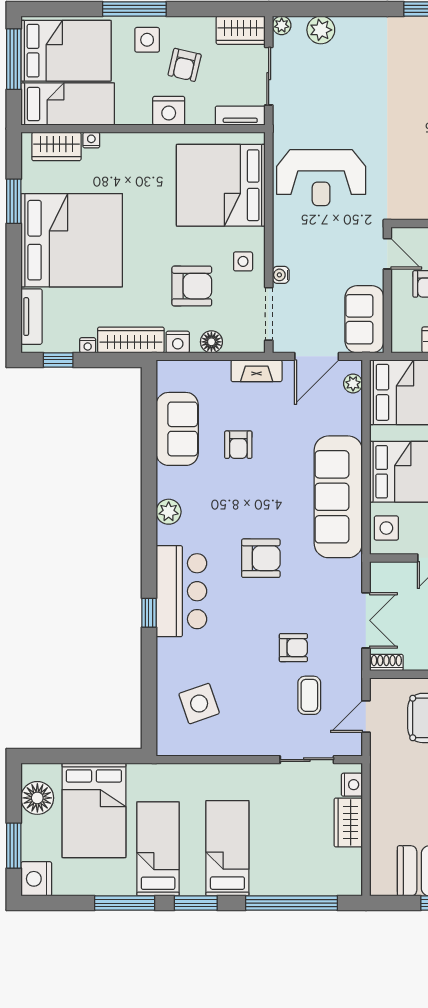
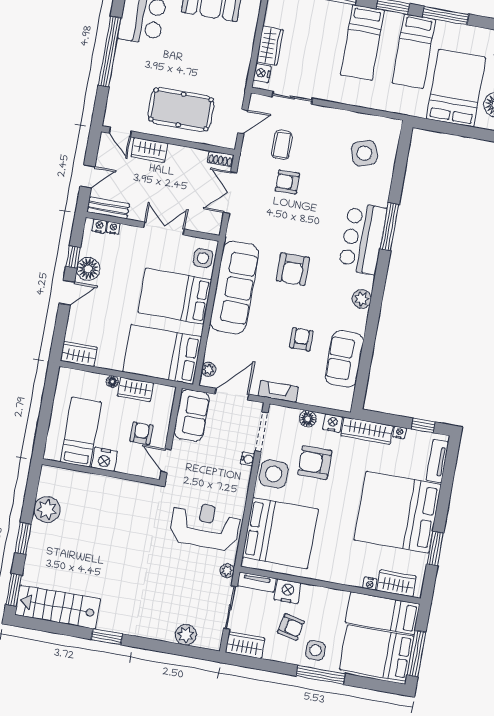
plant: (282, 25) -> (227, 571), moved
armchair: (185, 65) -> (291, 627), turned 89
nightstand: (169, 111) -> (288, 591), moved
side table: (243, 261) -> (274, 474), width x1.87, depth x1.87
armchair: (261, 558) -> (293, 269), moved, turned -90
window: (149, 613) -> (389, 227), width x2.17

